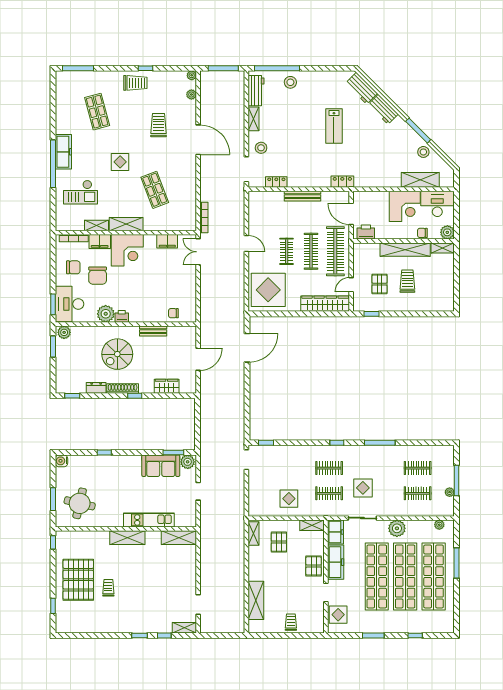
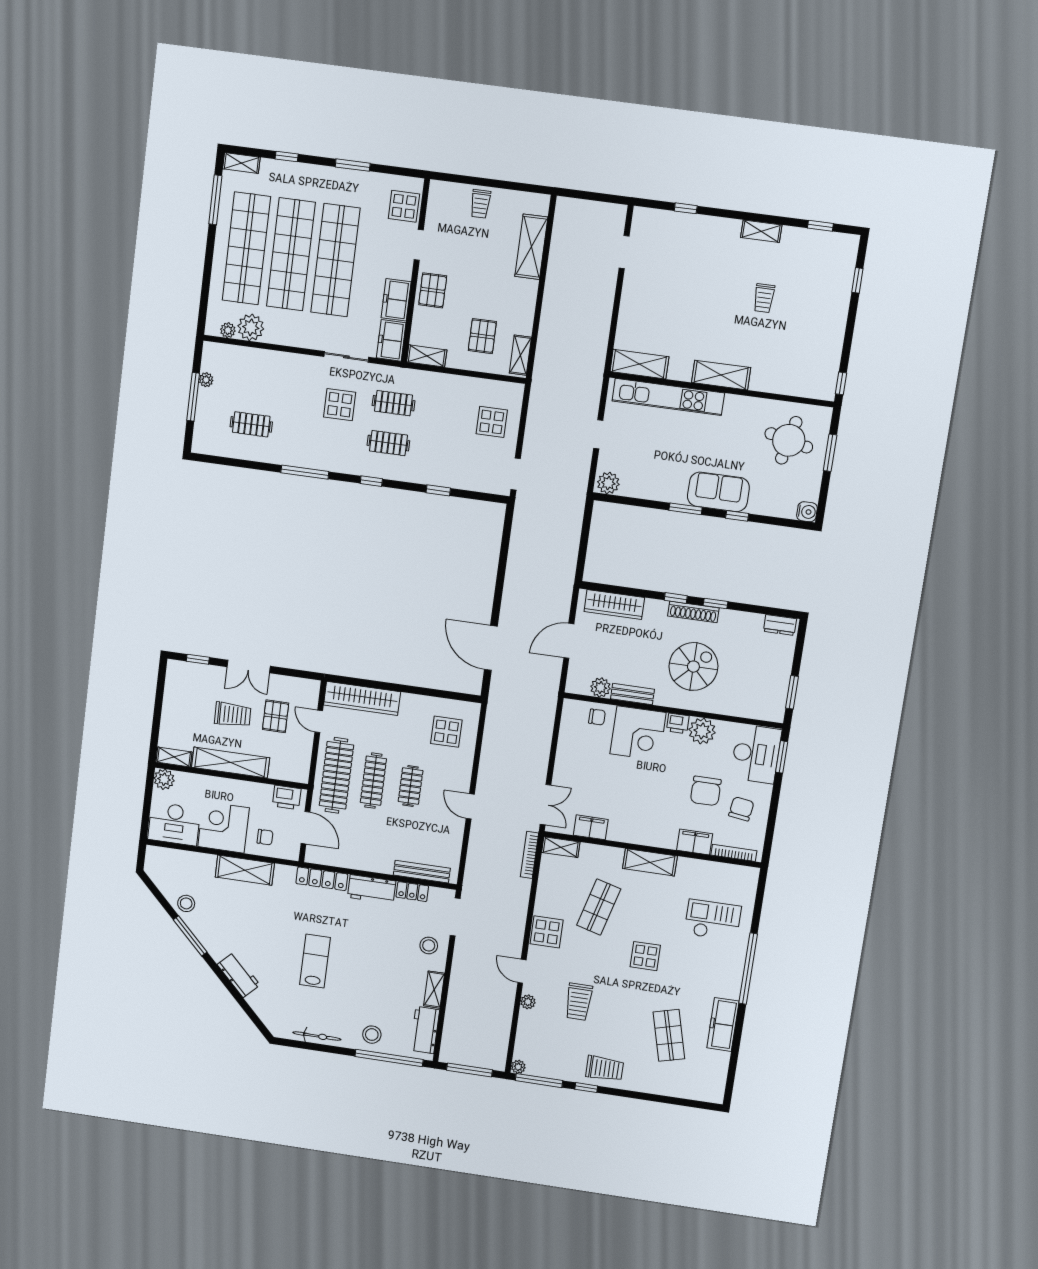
window: (78, 68) -> (539, 1081), moved
bicycle: (327, 76) -> (317, 1036), added
trolley: (135, 83) -> (605, 1068), turned 180
workbench: (361, 88) -> (372, 889), moved, turned 135
plant: (191, 95) -> (528, 1002), moved
door: (198, 140) -> (522, 971), width x0.53
freezer: (63, 152) -> (723, 1024), moved
display table: (186, 168) -> (547, 932), added
shelving: (420, 180) -> (245, 870), moved
locker: (342, 182) -> (322, 879), width x1.53
shop shelf: (155, 190) -> (599, 907), turned 36
bench: (303, 196) -> (422, 872), moved
shelving: (97, 225) -> (561, 847), moved
chair: (422, 233) -> (265, 837), moved
corner desk: (127, 250) -> (638, 733), moved, turned 180
chair: (73, 267) -> (741, 809), turned 98
chair: (98, 276) -> (706, 791), turned 180
trolley: (407, 281) -> (233, 715), turned -91
door: (351, 285) -> (319, 721), swing flipped
display table: (268, 290) -> (446, 732), width x0.54, depth x0.54
window: (372, 314) -> (198, 659), moved
double door: (401, 314) -> (249, 666), added
plant: (64, 332) -> (601, 687), moved
door: (247, 348) -> (491, 648), hinge flipped
wardrobe: (167, 386) -> (614, 605), width x1.50
dresser: (96, 388) -> (780, 625), moved
window: (72, 396) -> (715, 603), moved
window: (266, 443) -> (438, 490), moved
window: (173, 452) -> (686, 509), moved
sofa: (161, 466) -> (718, 492), moved
clothes rail: (418, 493) -> (256, 385), removed
display table: (289, 499) -> (492, 422), moved
kitchen unit: (149, 520) -> (668, 397), width x1.36
plant: (397, 528) -> (251, 327), moved
freezer: (336, 562) -> (396, 300), width x0.71
window: (457, 563) -> (215, 200), moved
pallet: (78, 580) -> (810, 318), removed
shelving: (184, 628) -> (761, 231), moved
shelving: (443, 628) -> (241, 163), added
window: (140, 636) -> (820, 226), moved

